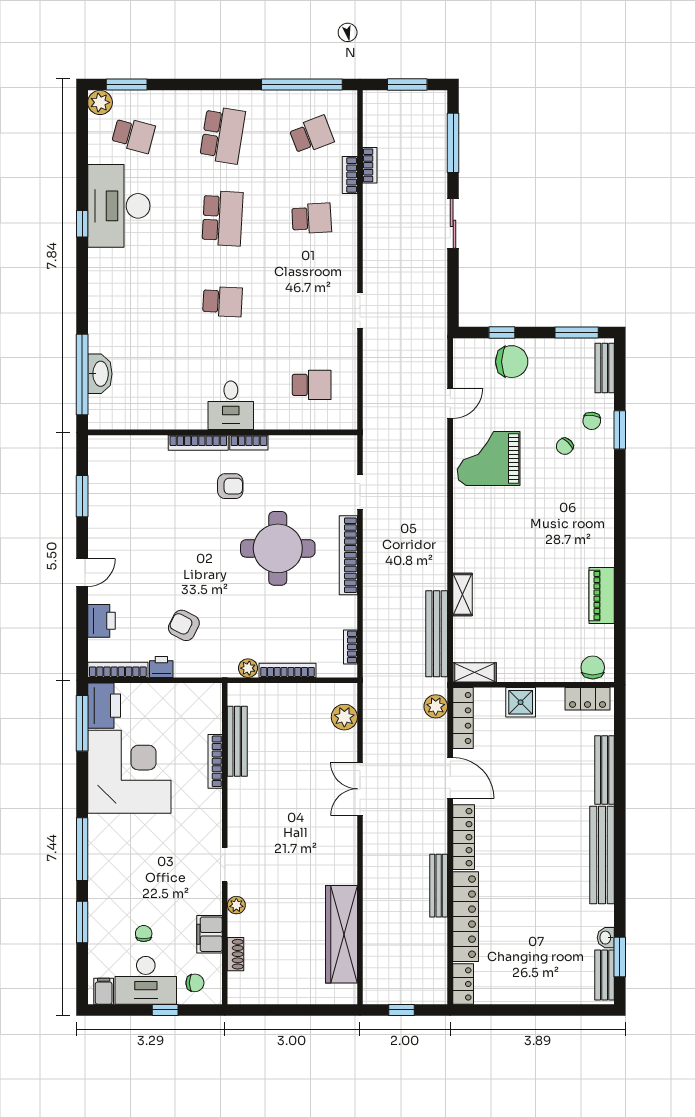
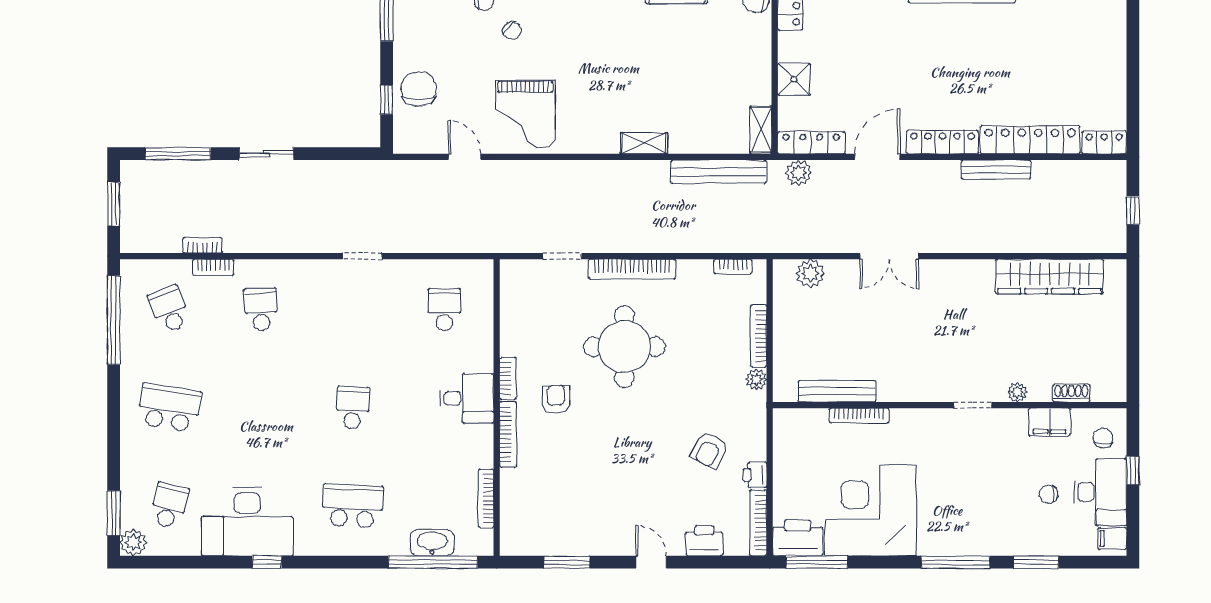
school desk: (223, 218) -> (353, 506), moved
bookcase: (140, 423) -> (486, 498), added
shelving: (462, 594) -> (644, 143), moved

